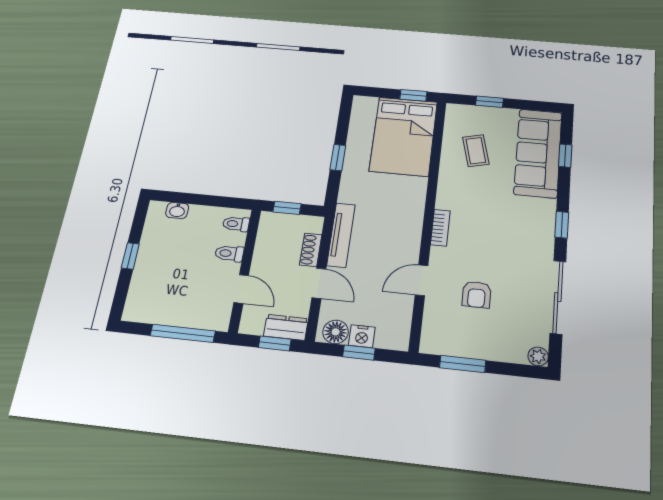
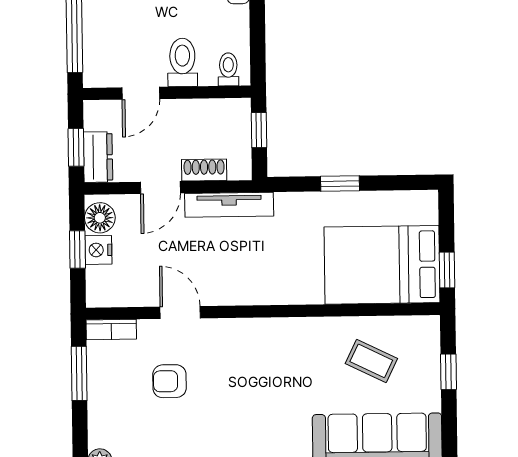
coffee table: (476, 151) -> (371, 361), turned 40
bookcase: (440, 228) -> (111, 330), moved
toilet: (229, 253) -> (182, 62), width x1.37, depth x1.39

